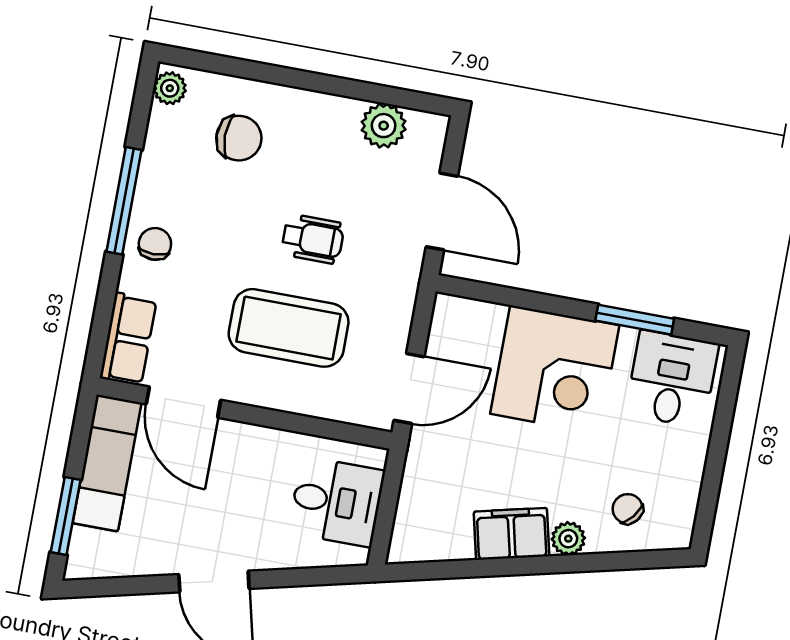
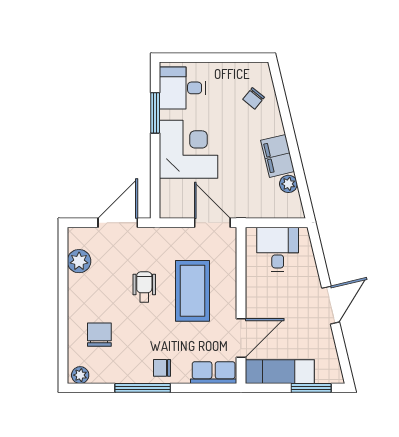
plant: (568, 539) -> (288, 184), moved

